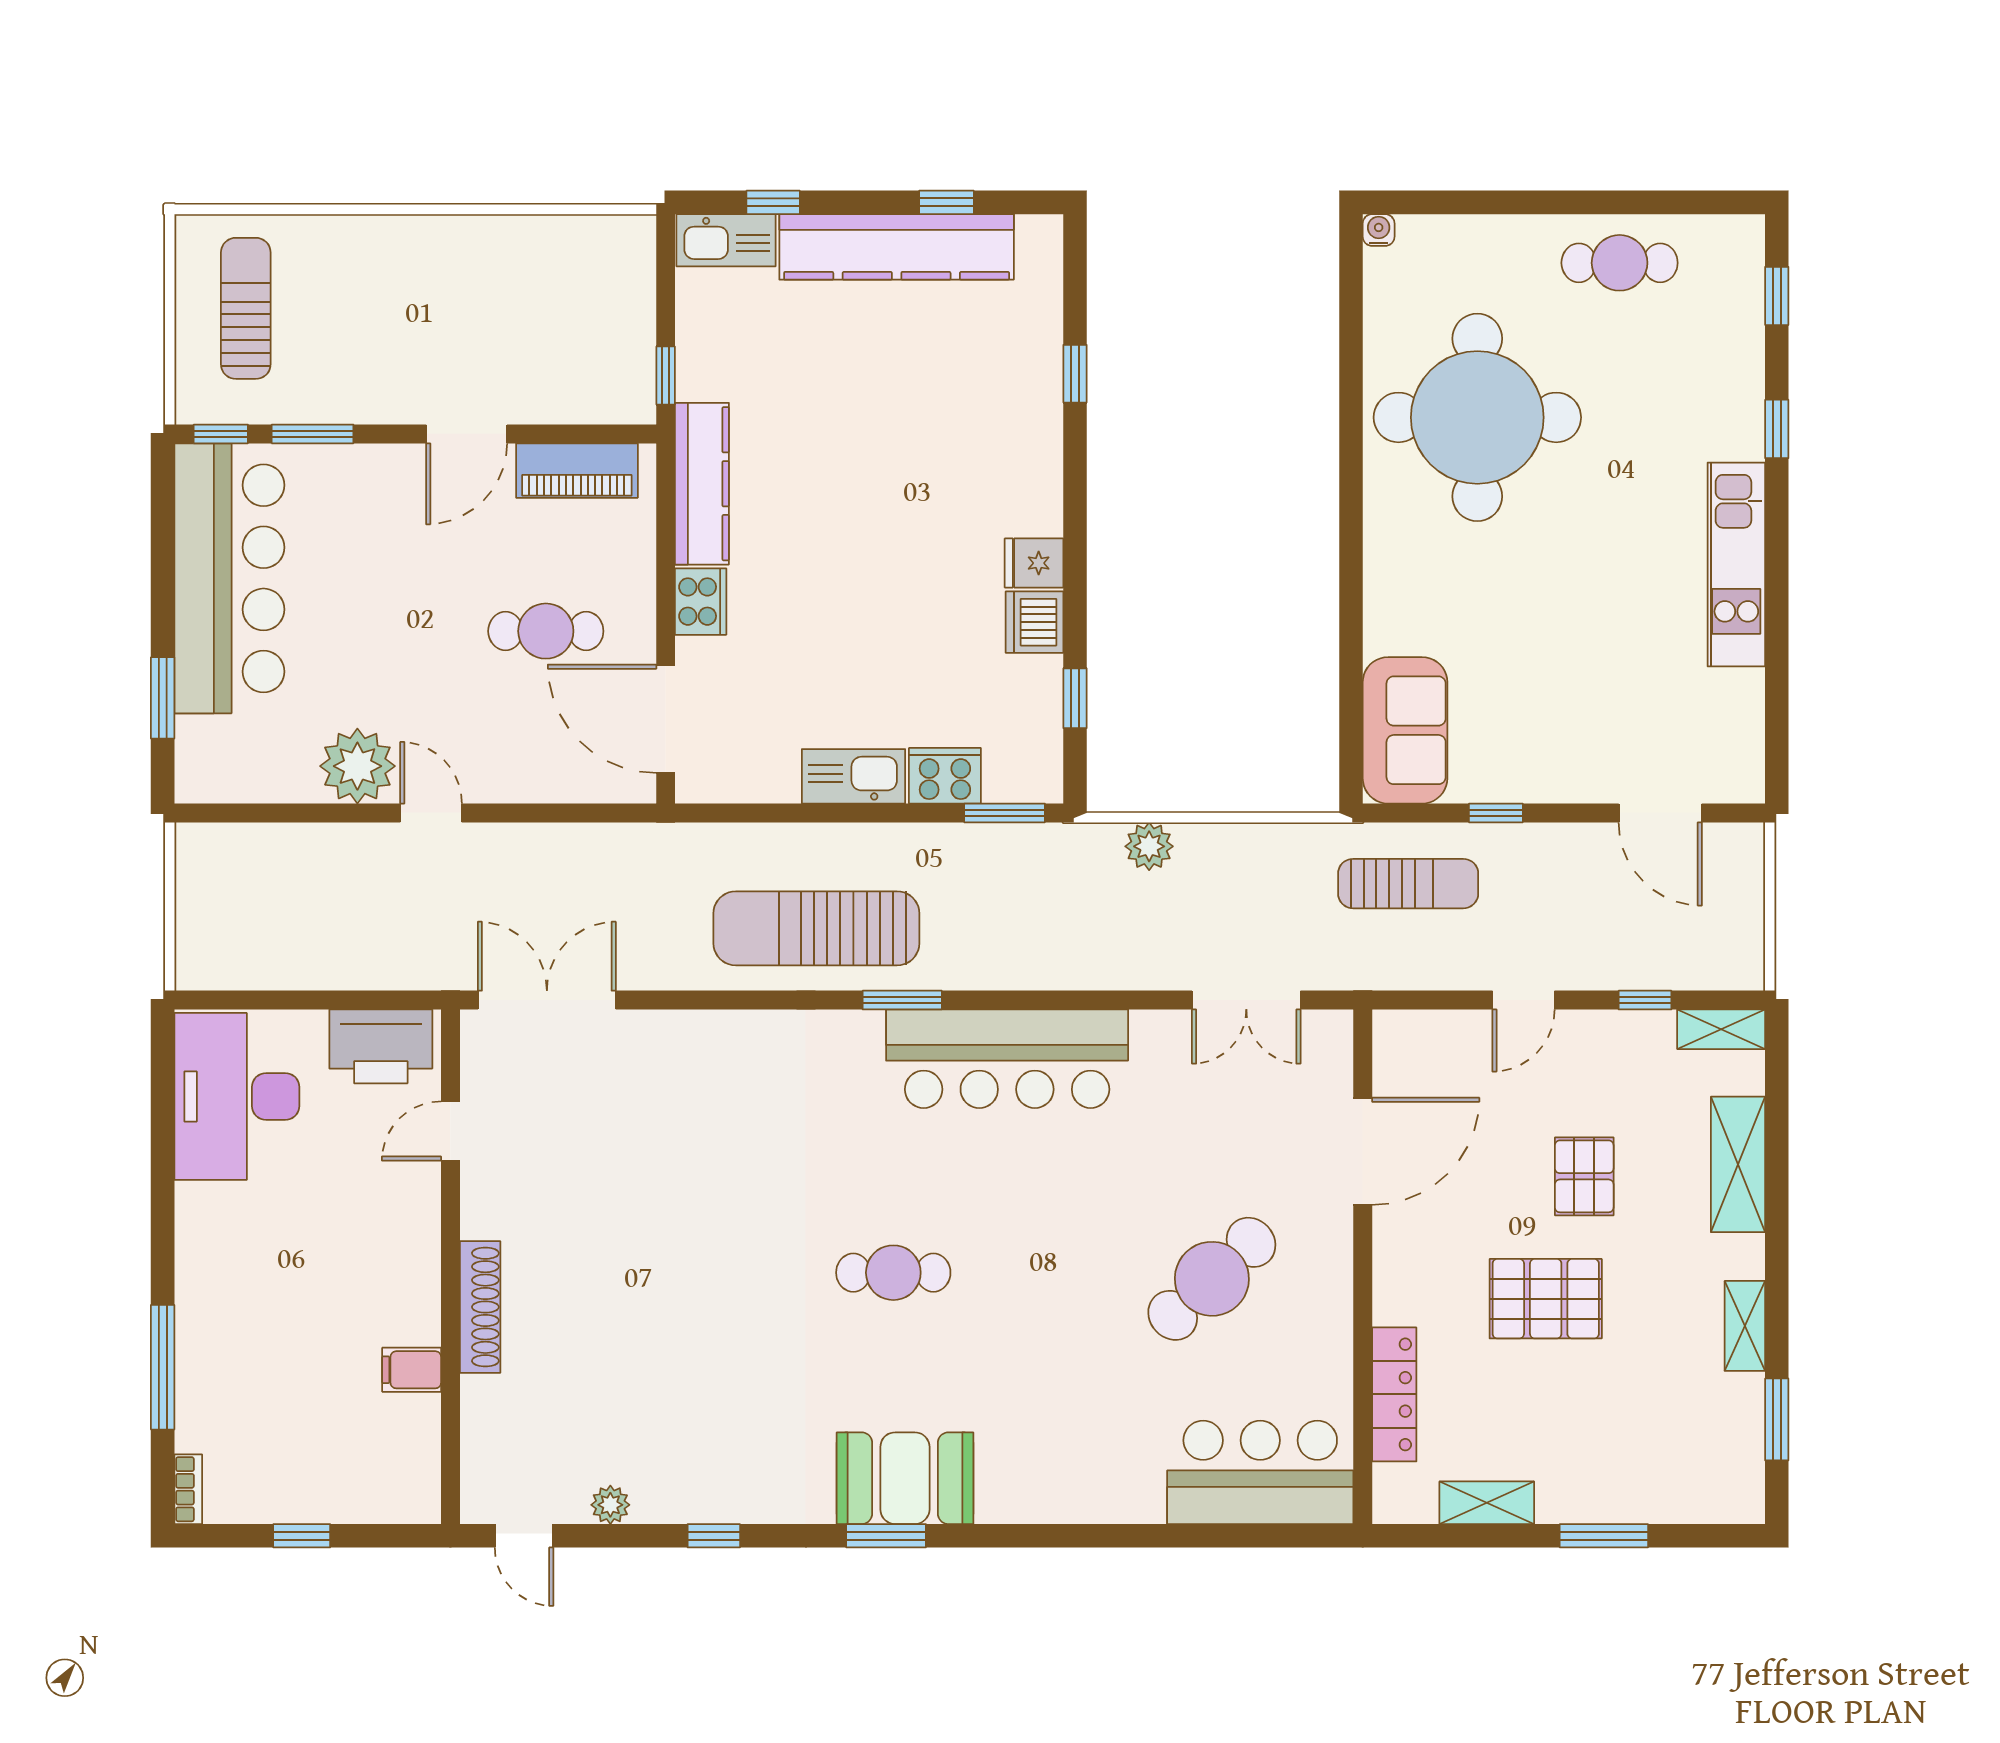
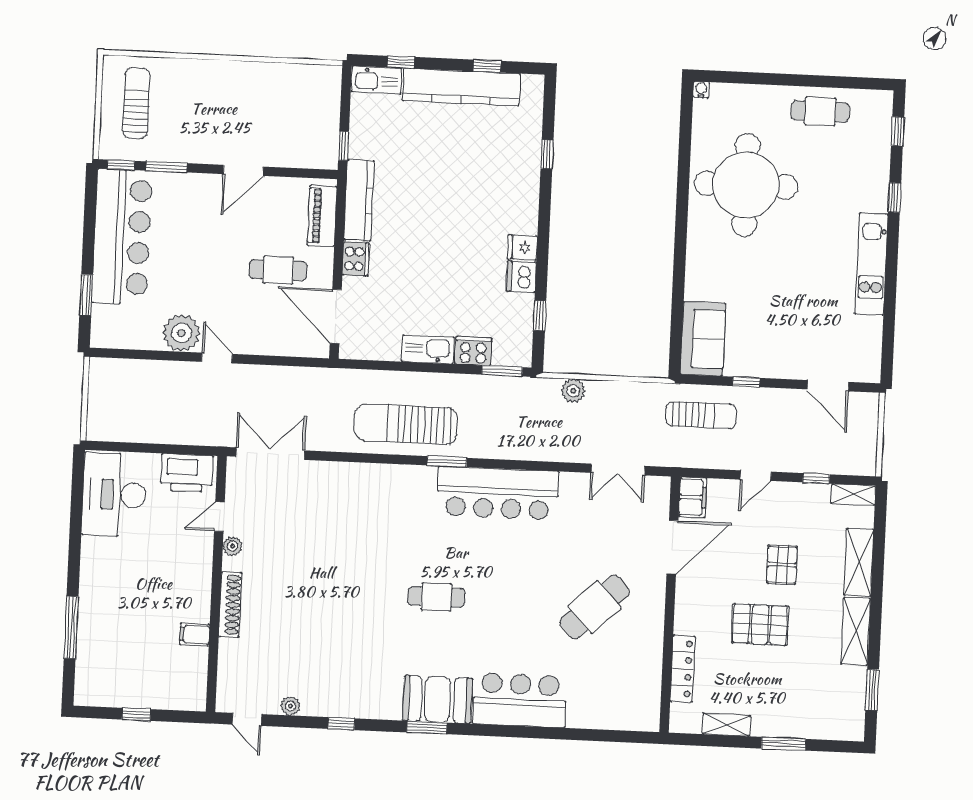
piano: (577, 471) -> (322, 216), moved, turned 90
filing cabinet: (1399, 1049) -> (693, 497), added
plant: (479, 1189) -> (232, 546), added
shelving: (1745, 1326) -> (856, 631), width x1.50, depth x1.33
bar counter: (1260, 1472) -> (520, 700), moved
bookcase: (188, 1489) -> (81, 689), removed

